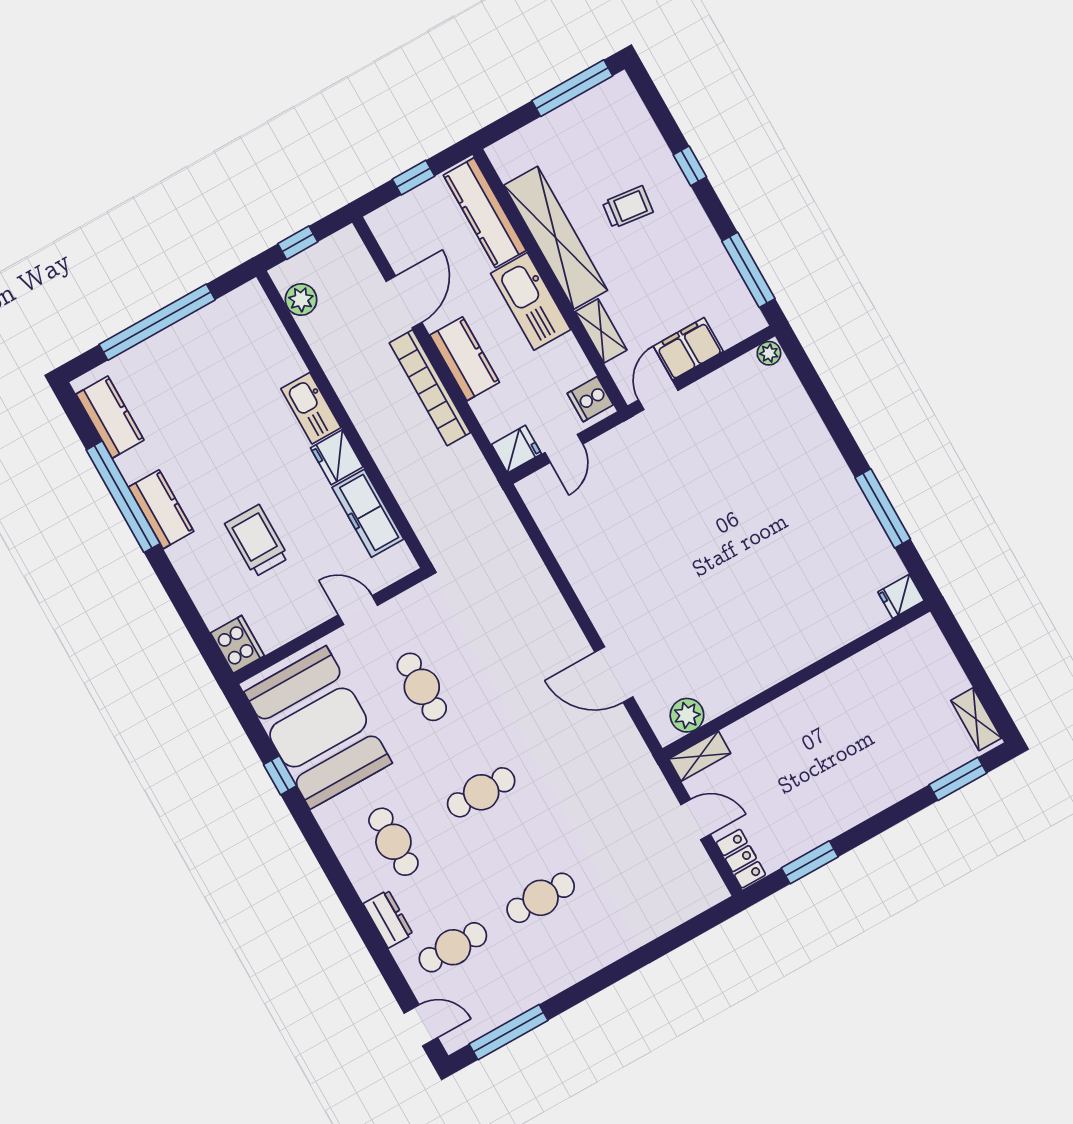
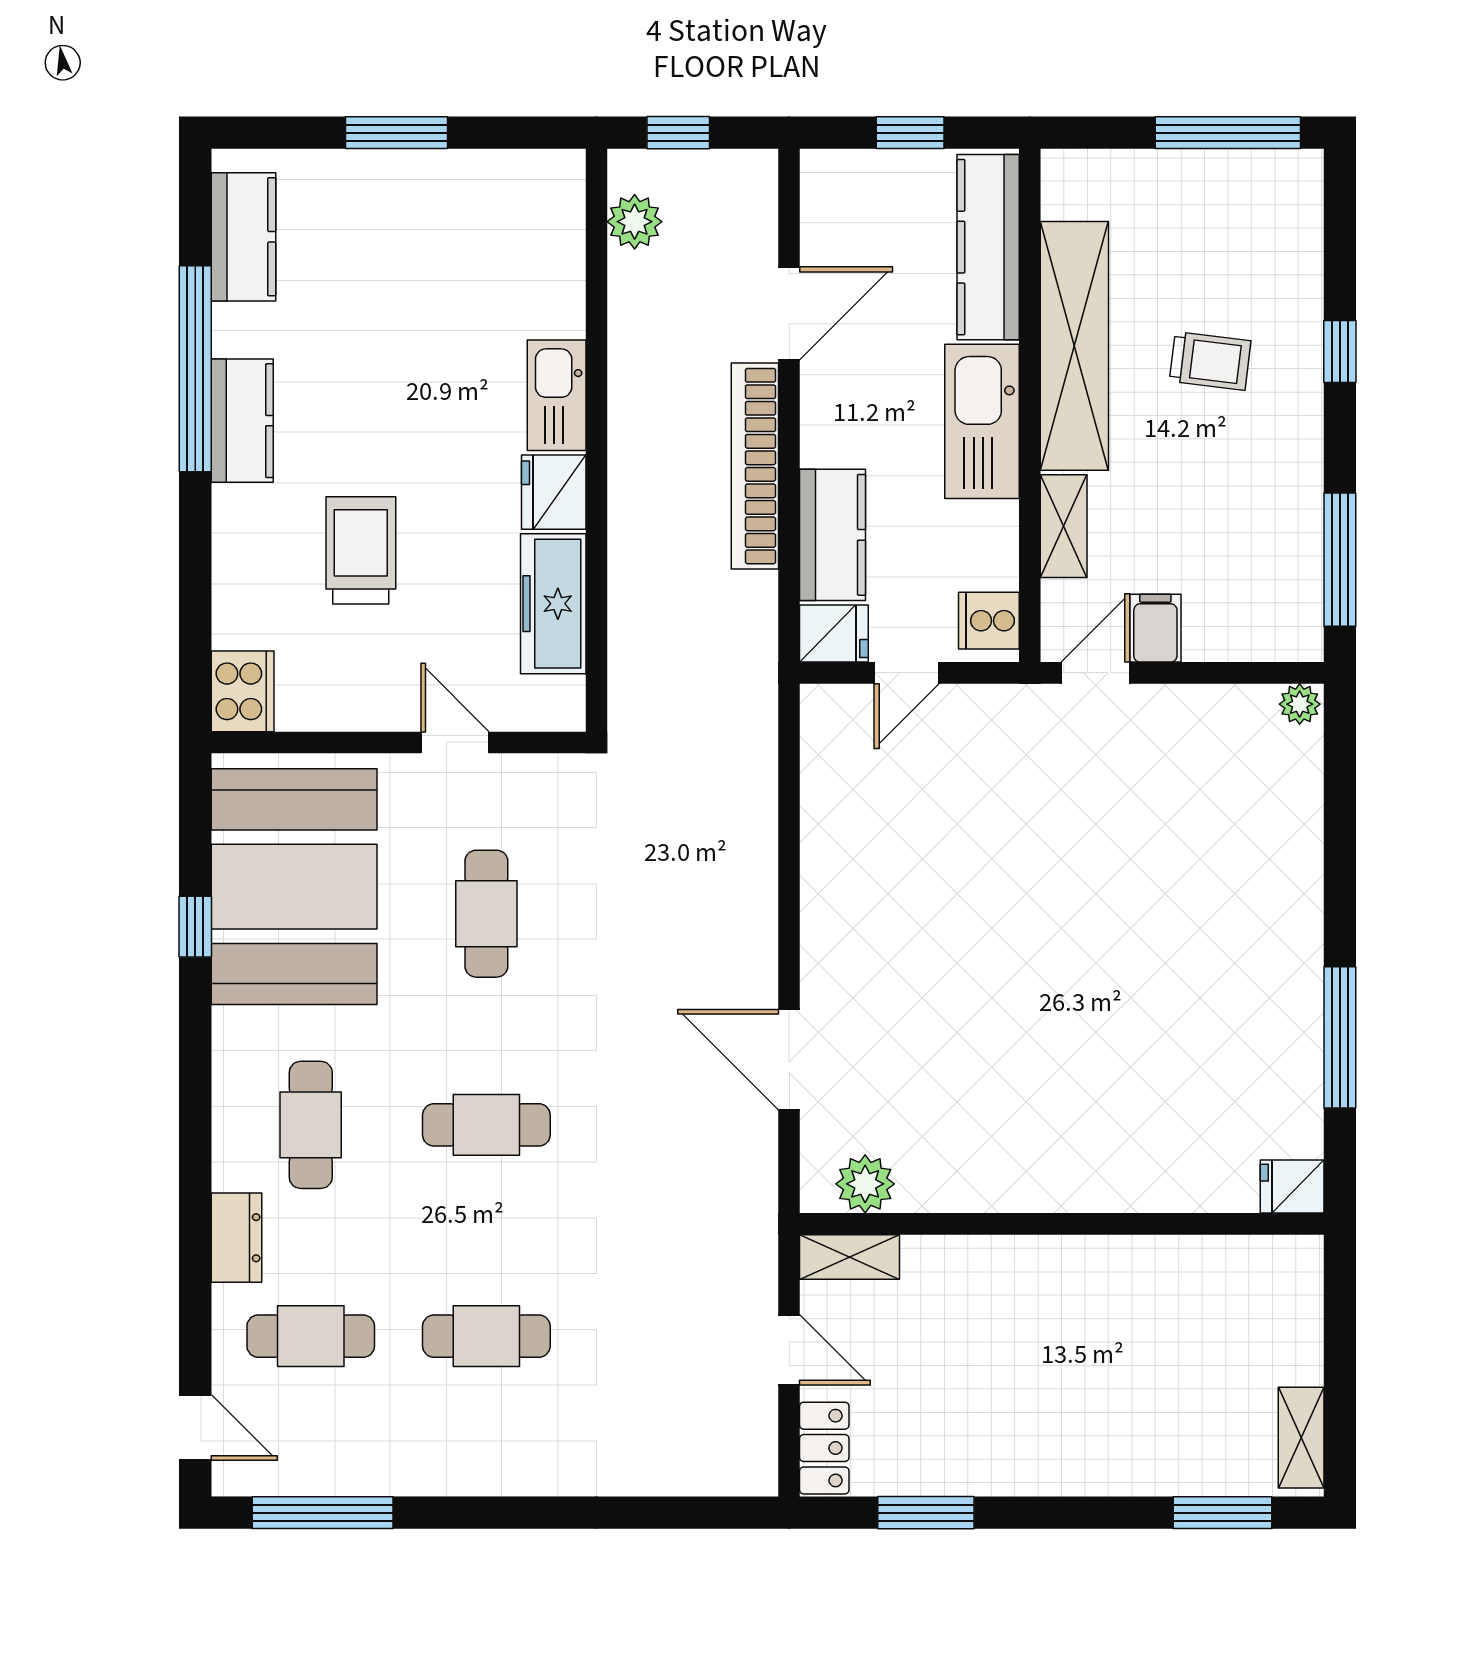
window: (157, 322) -> (396, 133), width x0.47
filing cabinet: (688, 349) -> (1155, 628), width x0.50
kitchen counter: (465, 359) -> (833, 535), moved

